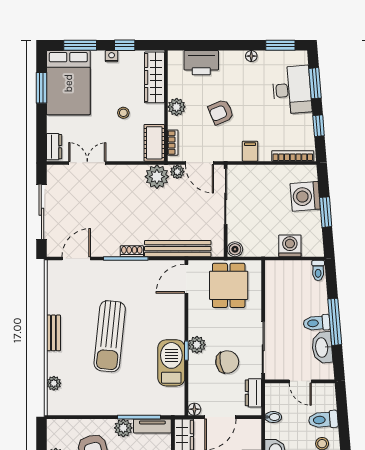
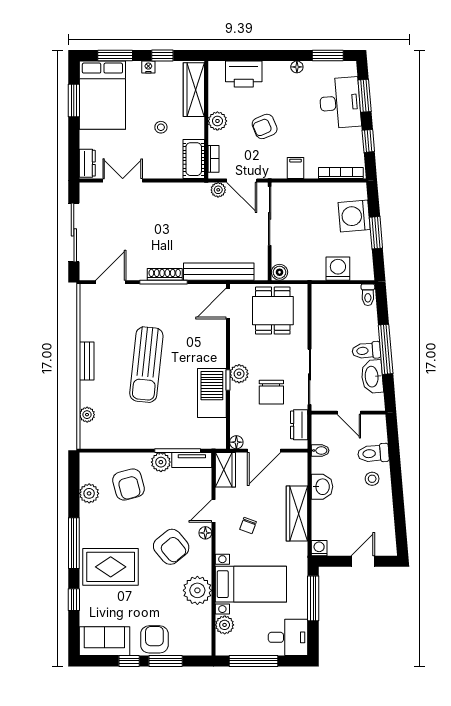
plant: (157, 177) -> (197, 195), removed
shoe rack: (132, 251) -> (165, 274), width x1.43
chair: (227, 362) -> (271, 392), turned 101

